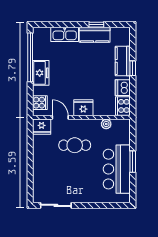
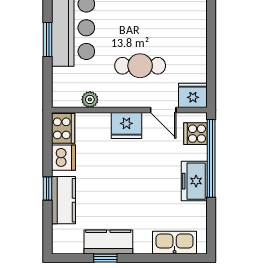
kitchen sink: (65, 34) -> (175, 243), moved
window: (30, 57) -> (211, 158), moved

